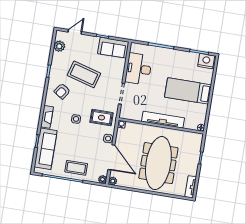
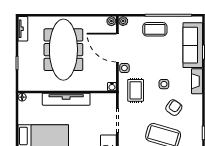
armchair: (62, 91) -> (174, 108), moved
rug: (101, 118) -> (136, 90), turned 90

